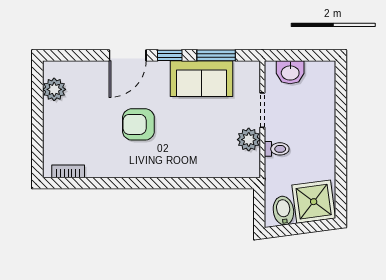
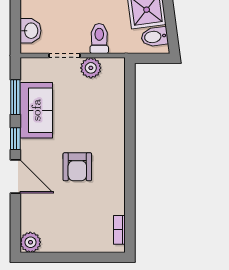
plant: (54, 89) -> (30, 242), moved
toilet: (277, 149) -> (99, 39), width x1.37, depth x1.39

